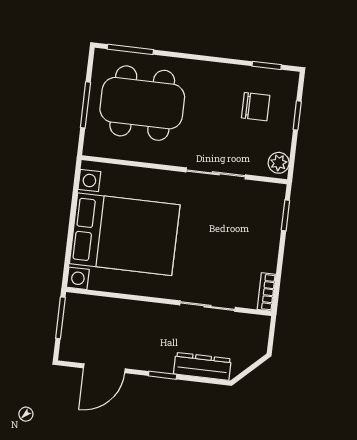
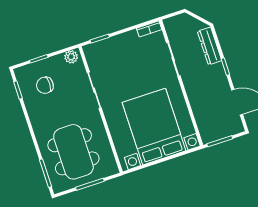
chair: (256, 107) -> (45, 85), turned -90

